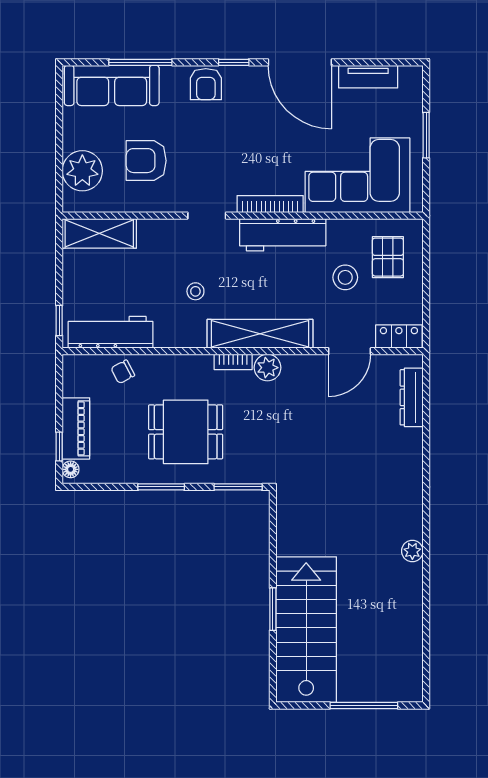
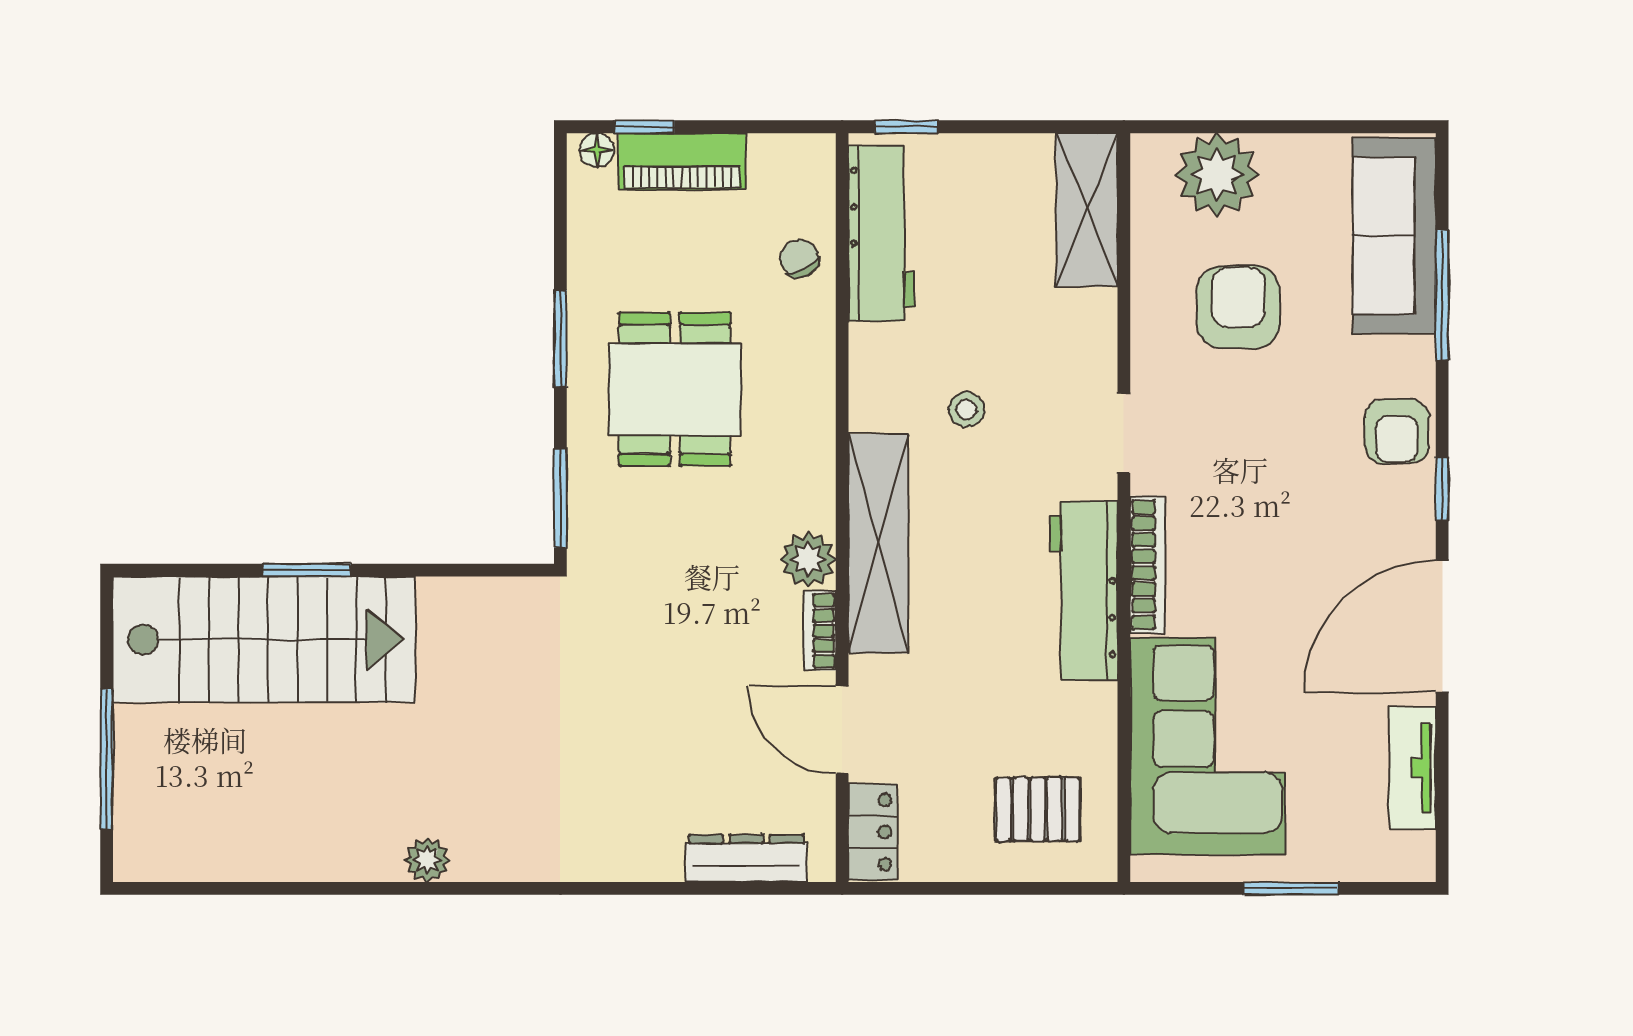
armchair: (206, 84) -> (1397, 431), turned -90
stool: (345, 277) -> (996, 721), removed
bookcase: (233, 362) -> (820, 631), moved

